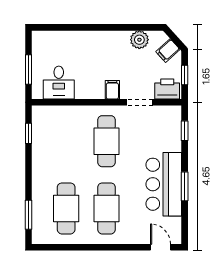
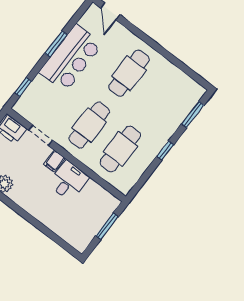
desk: (59, 83) -> (68, 181), moved
window: (28, 133) -> (165, 150), moved
cafe table: (66, 208) -> (120, 149), moved

